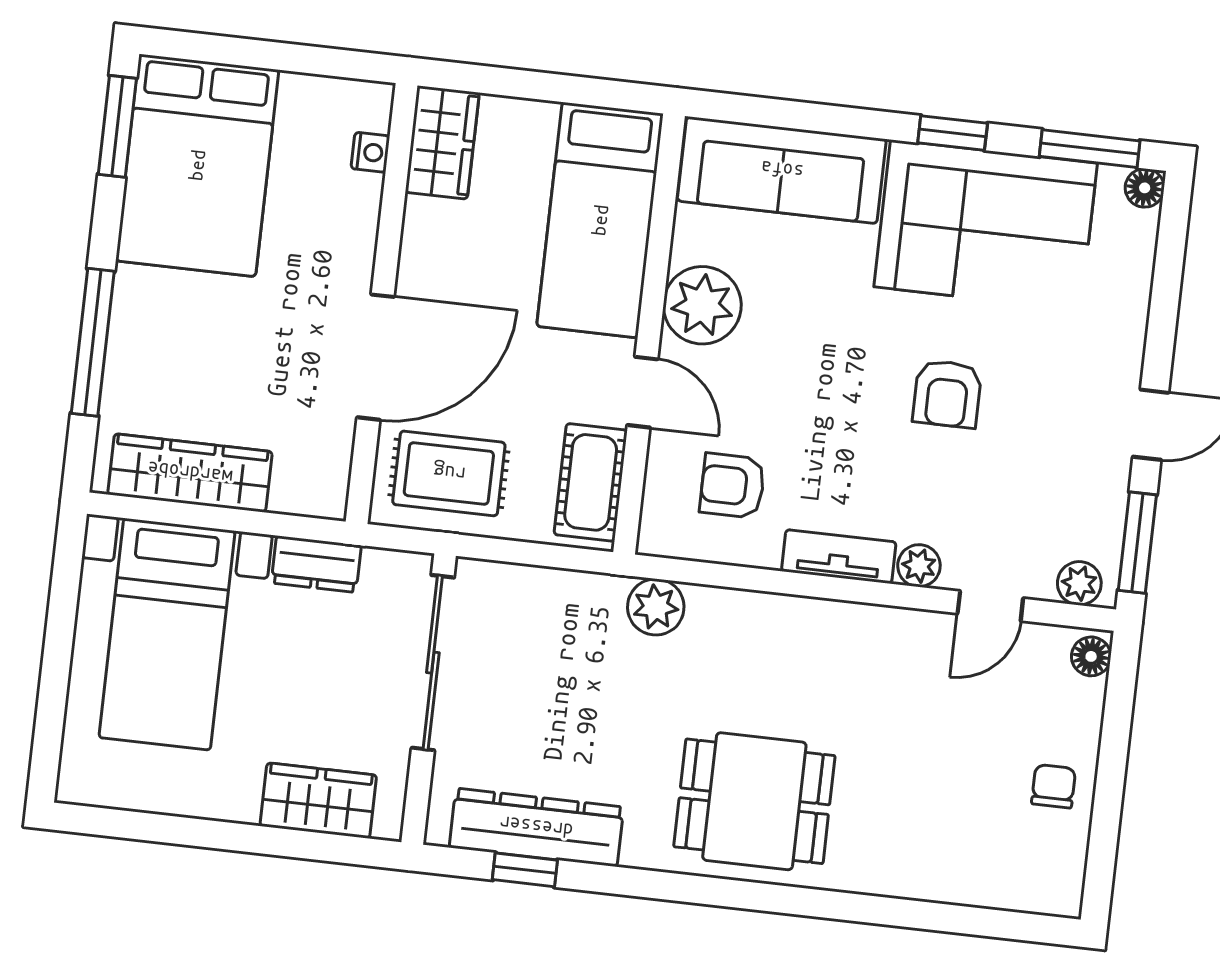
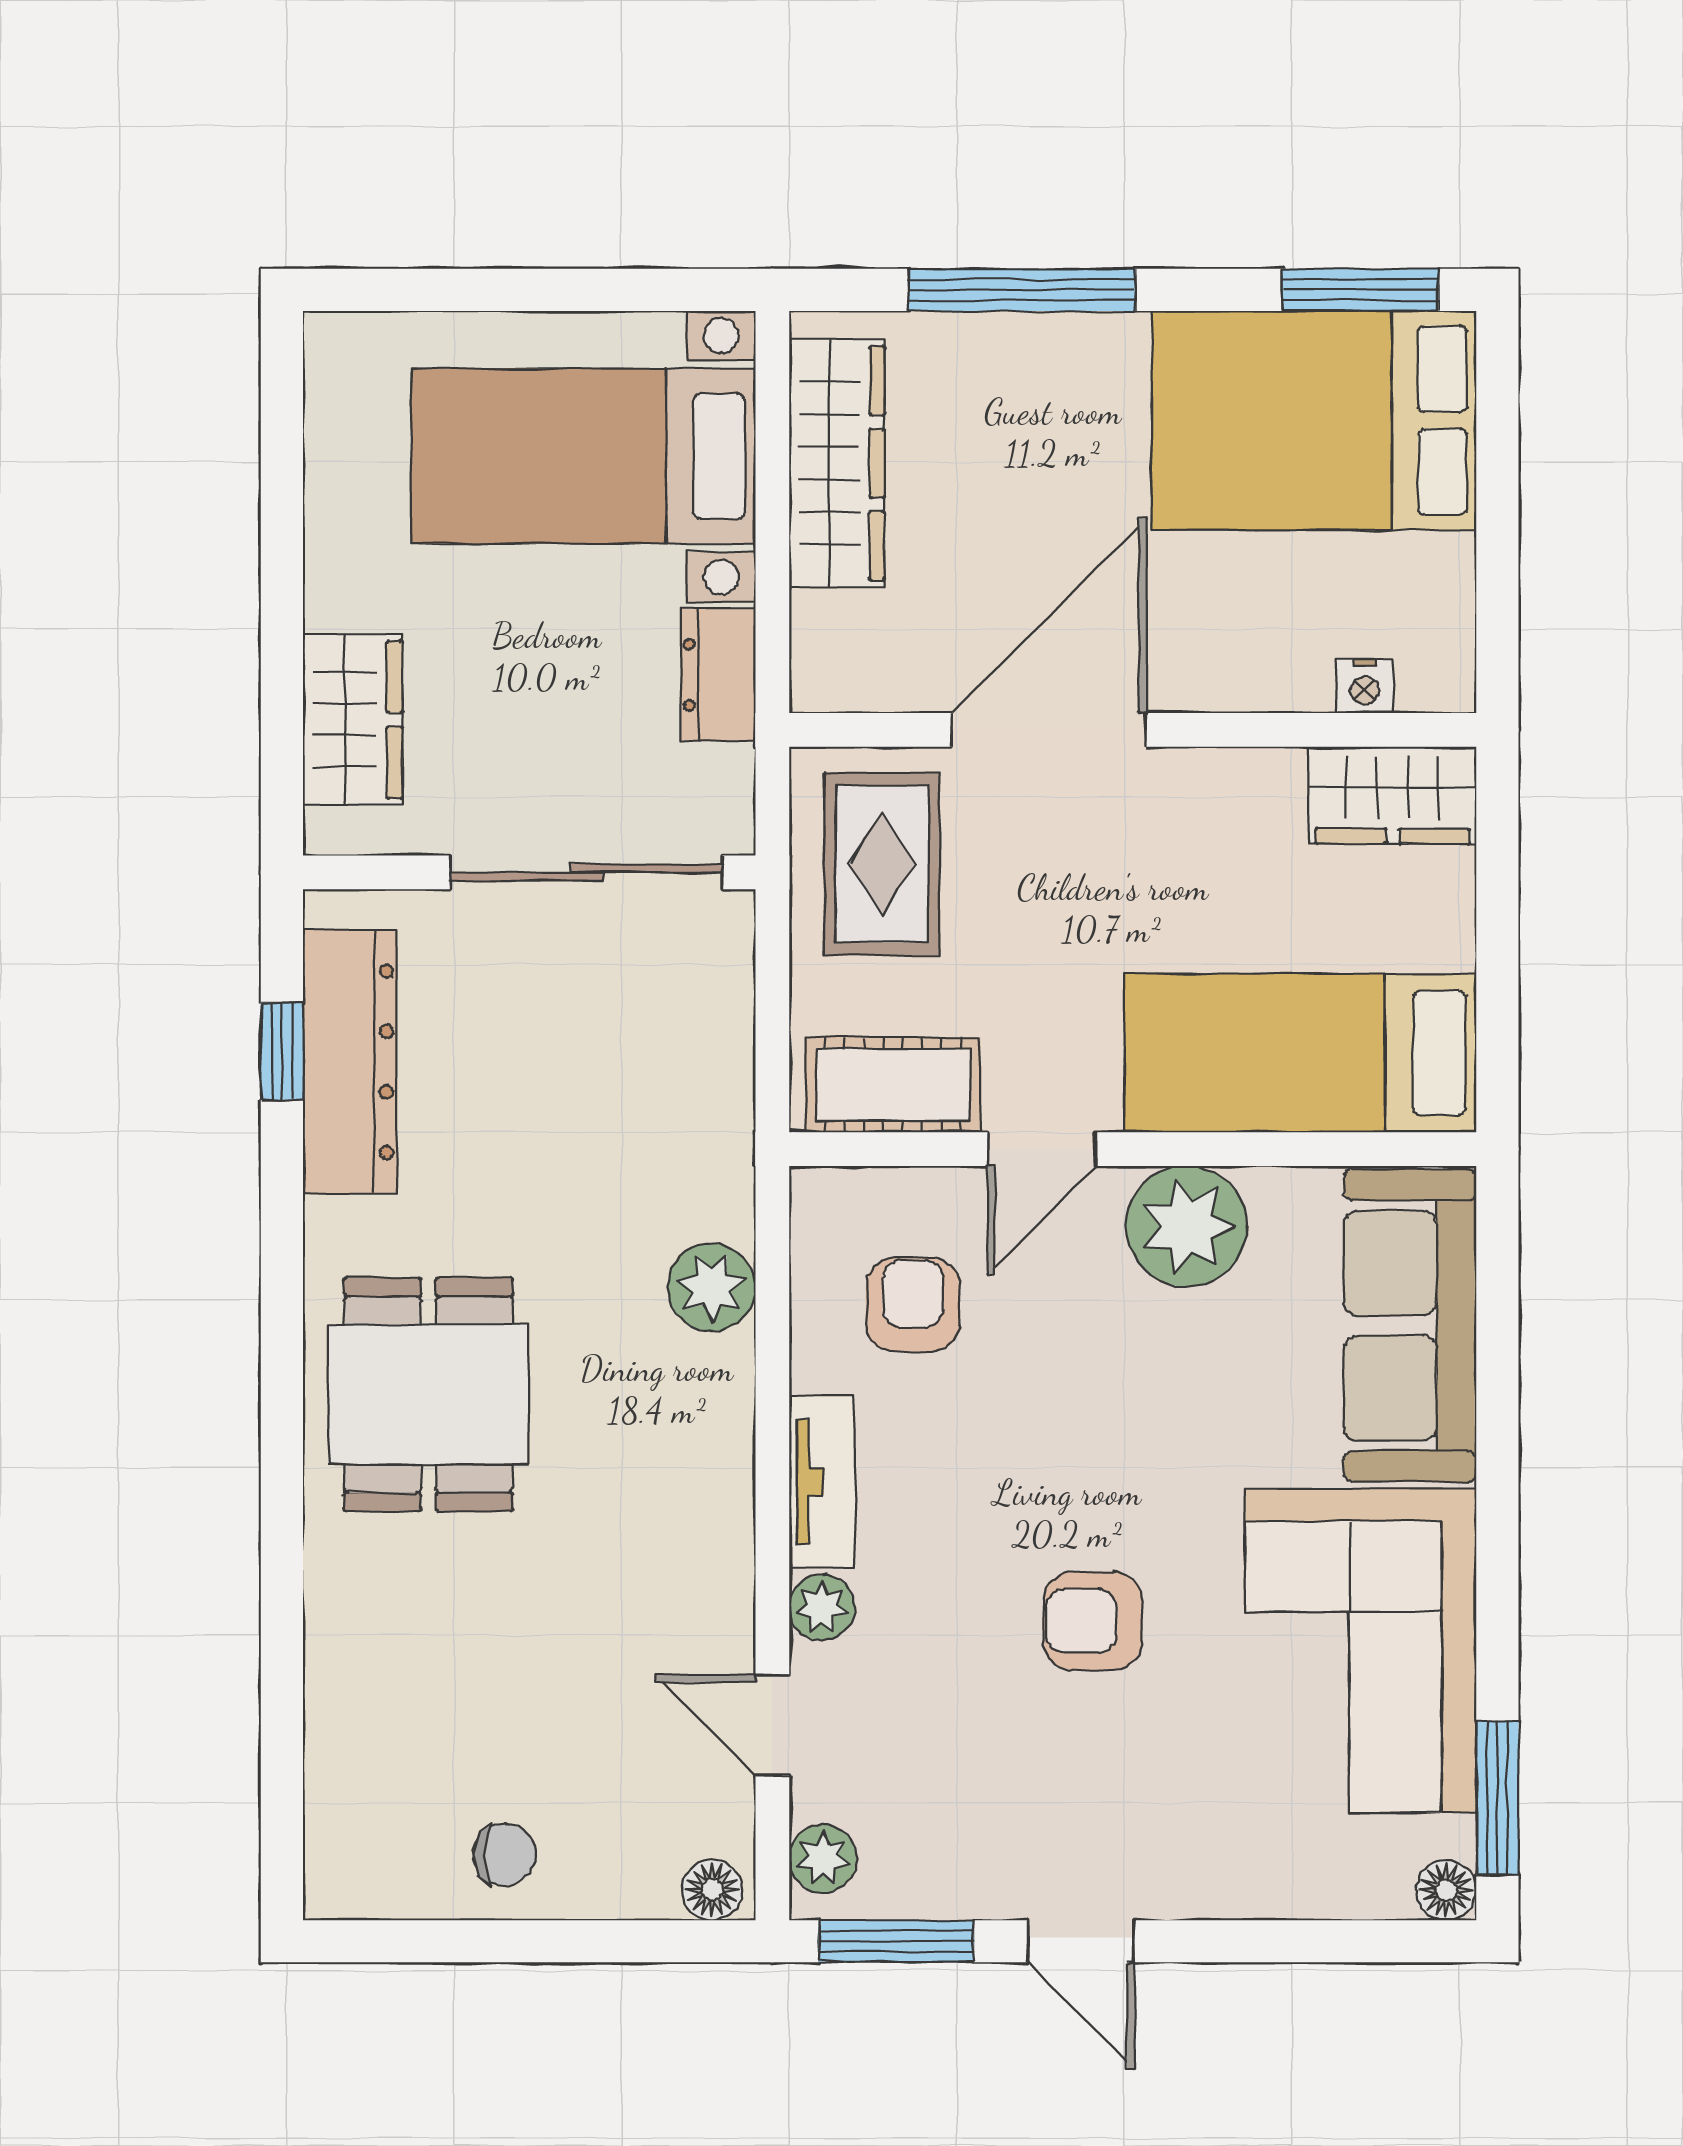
window: (953, 133) -> (1497, 1583), removed
door: (376, 357) -> (1049, 730), swing flipped
plant: (656, 607) -> (712, 1287), moved

